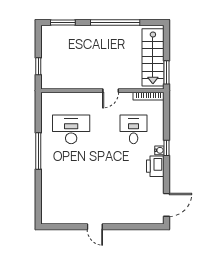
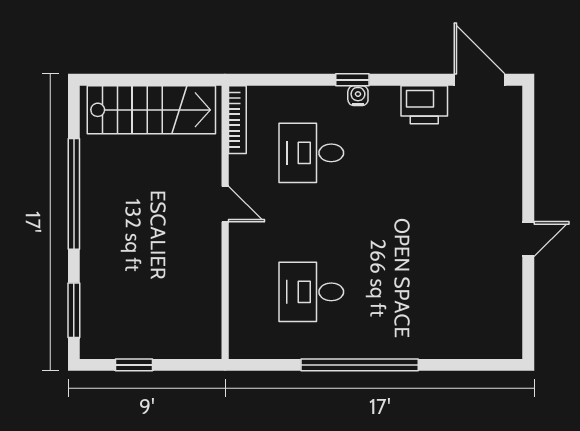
window: (38, 66) -> (134, 365), moved
window: (166, 72) -> (184, 80), removed
desk: (71, 129) -> (311, 292), width x0.73
window: (38, 151) -> (360, 365), width x1.46
printer: (155, 166) -> (424, 105), moved

